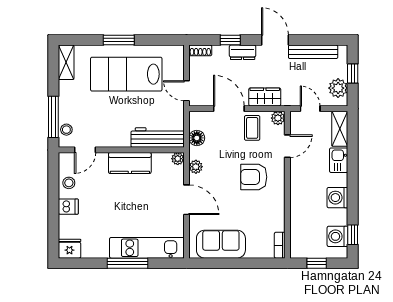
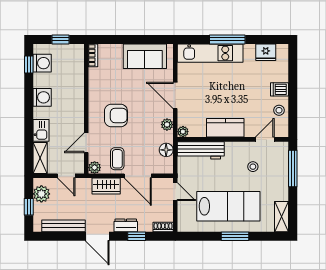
stool: (66, 130) -> (253, 167), moved
fridge: (69, 249) -> (266, 52), moved

